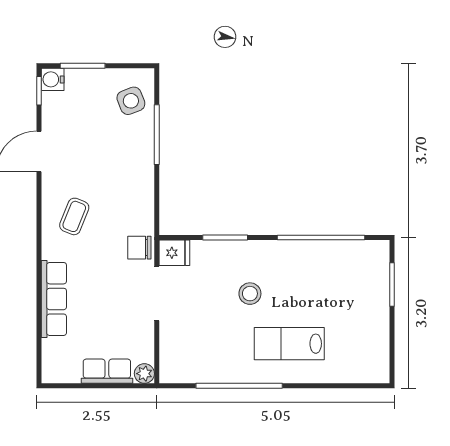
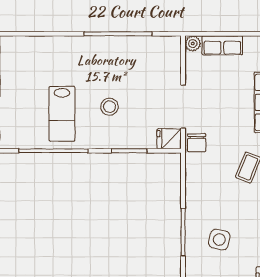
side table: (131, 101) -> (219, 240), moved, turned 35
chair: (139, 248) -> (197, 143), turned 90
lab bench: (289, 344) -> (62, 114), moved, turned 90

